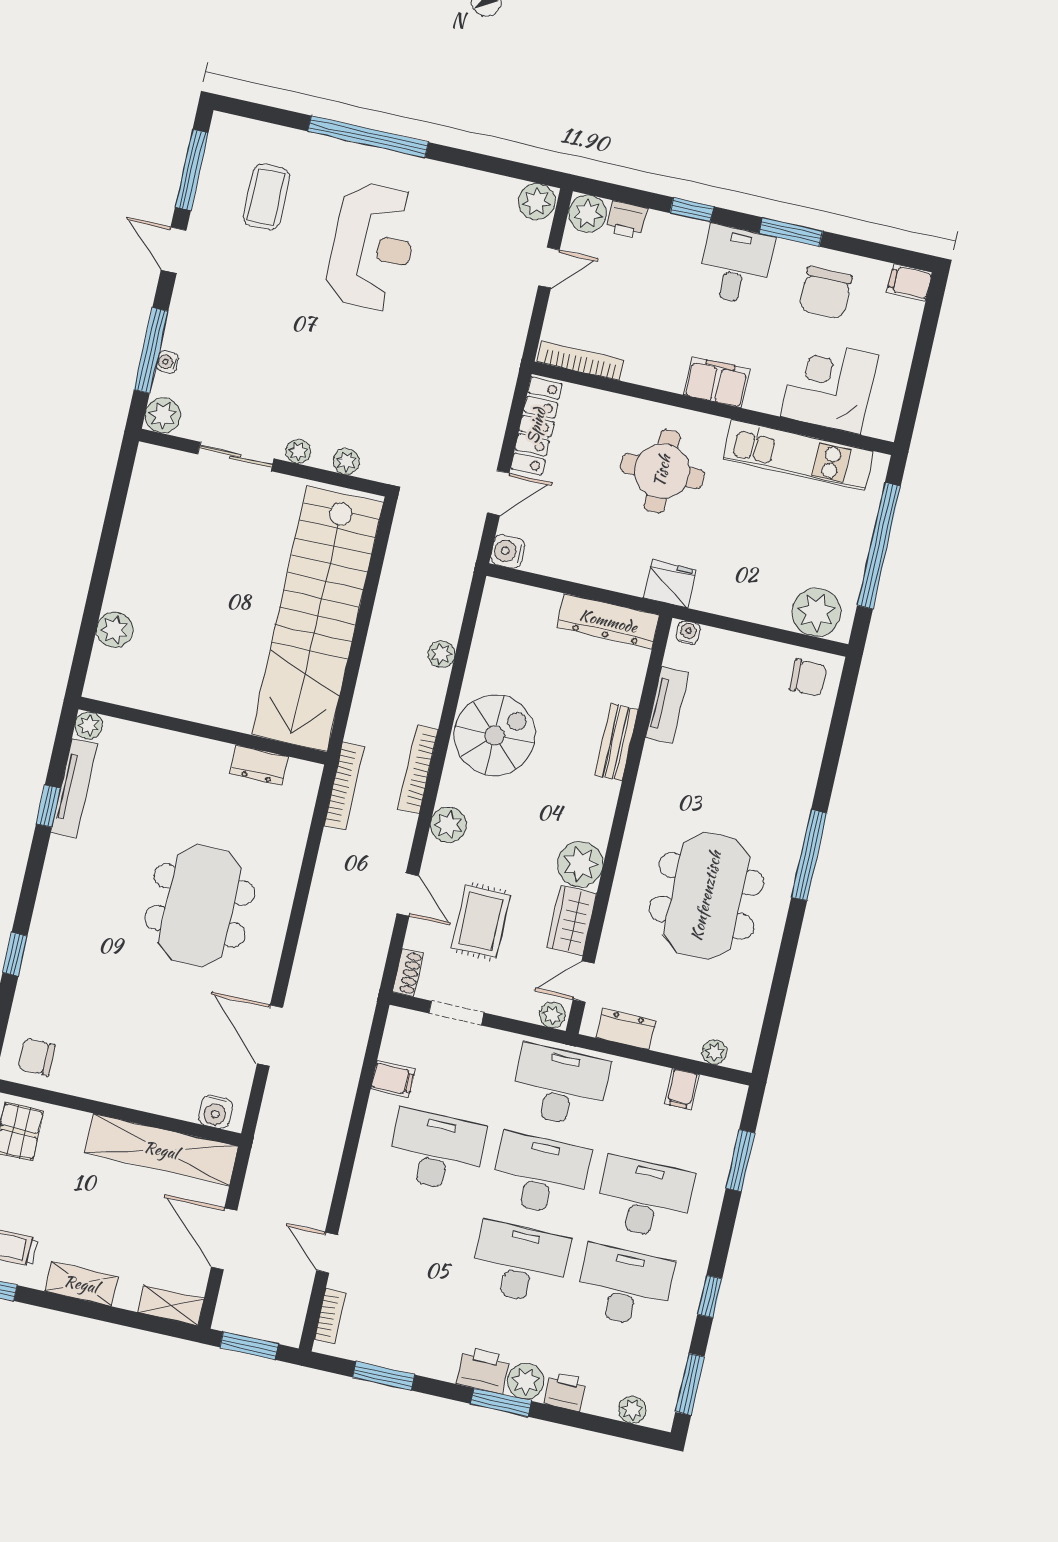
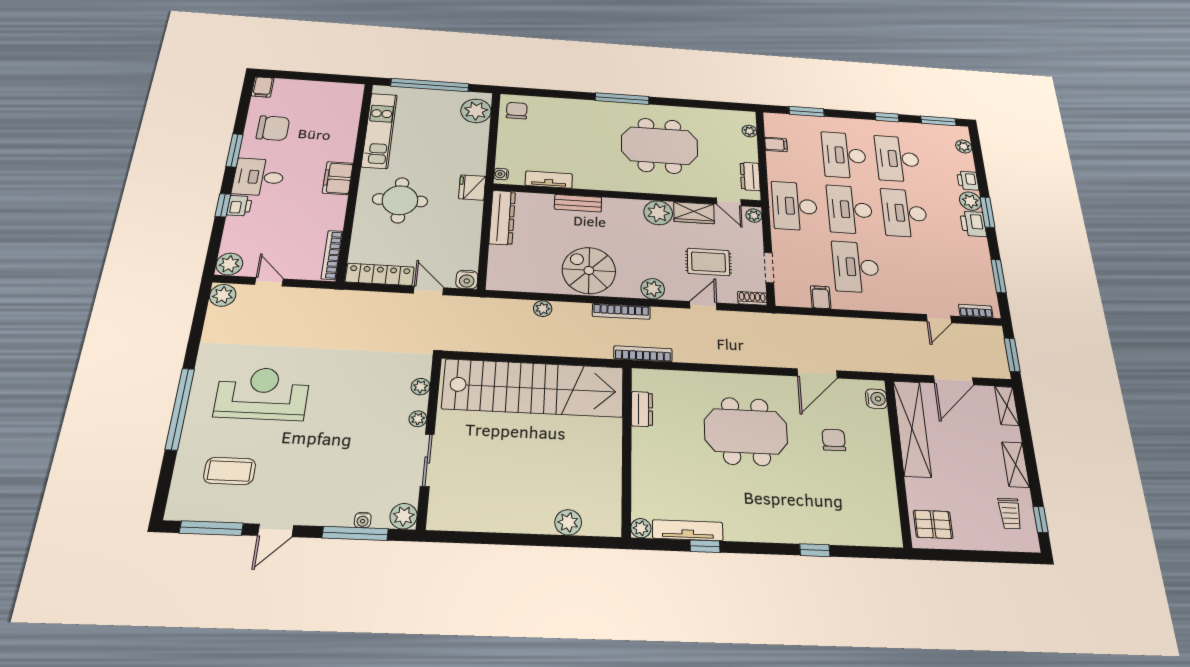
printer: (626, 220) -> (239, 206), moved
corner desk: (830, 386) -> (333, 120), removed
chair: (37, 1057) -> (834, 440), moved, turned 180

